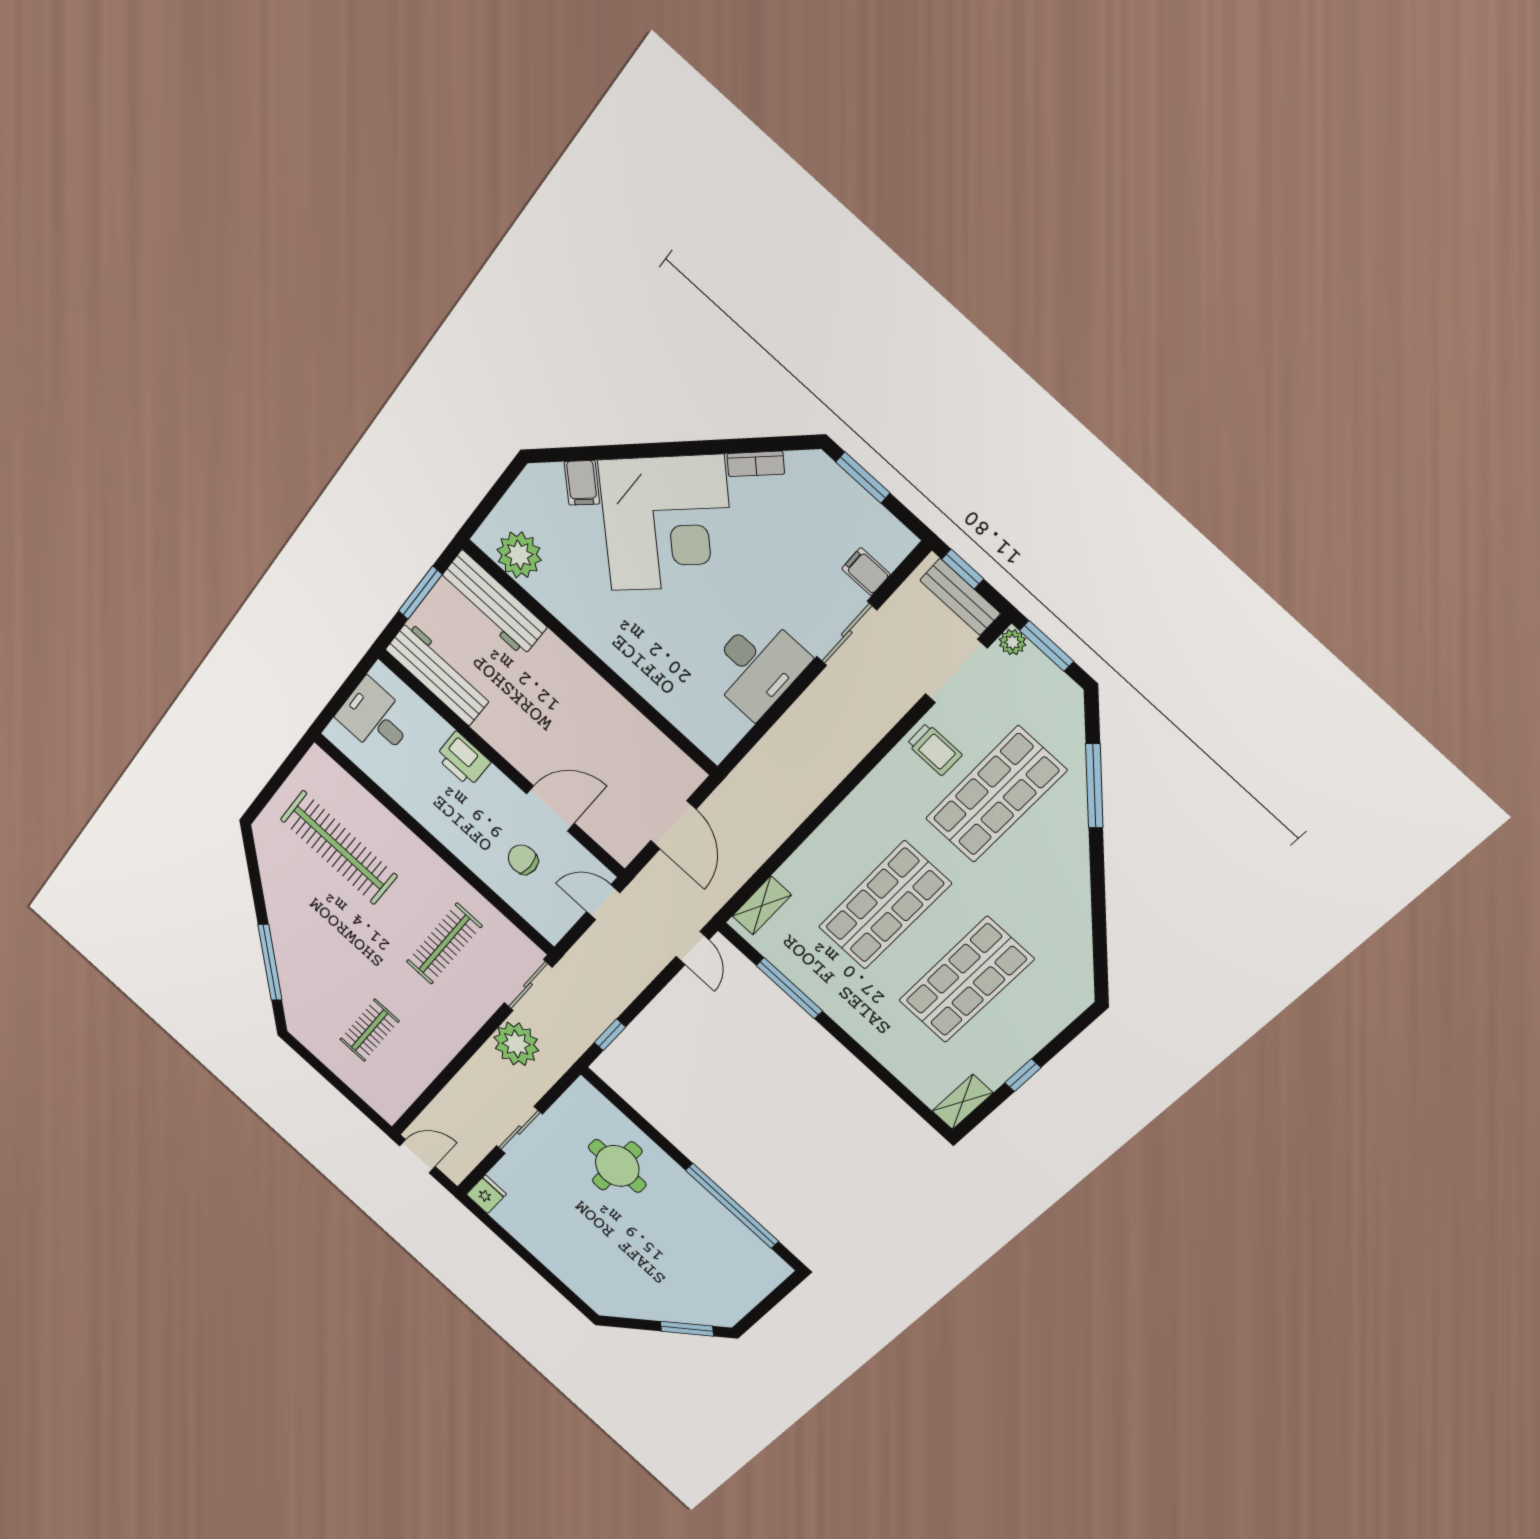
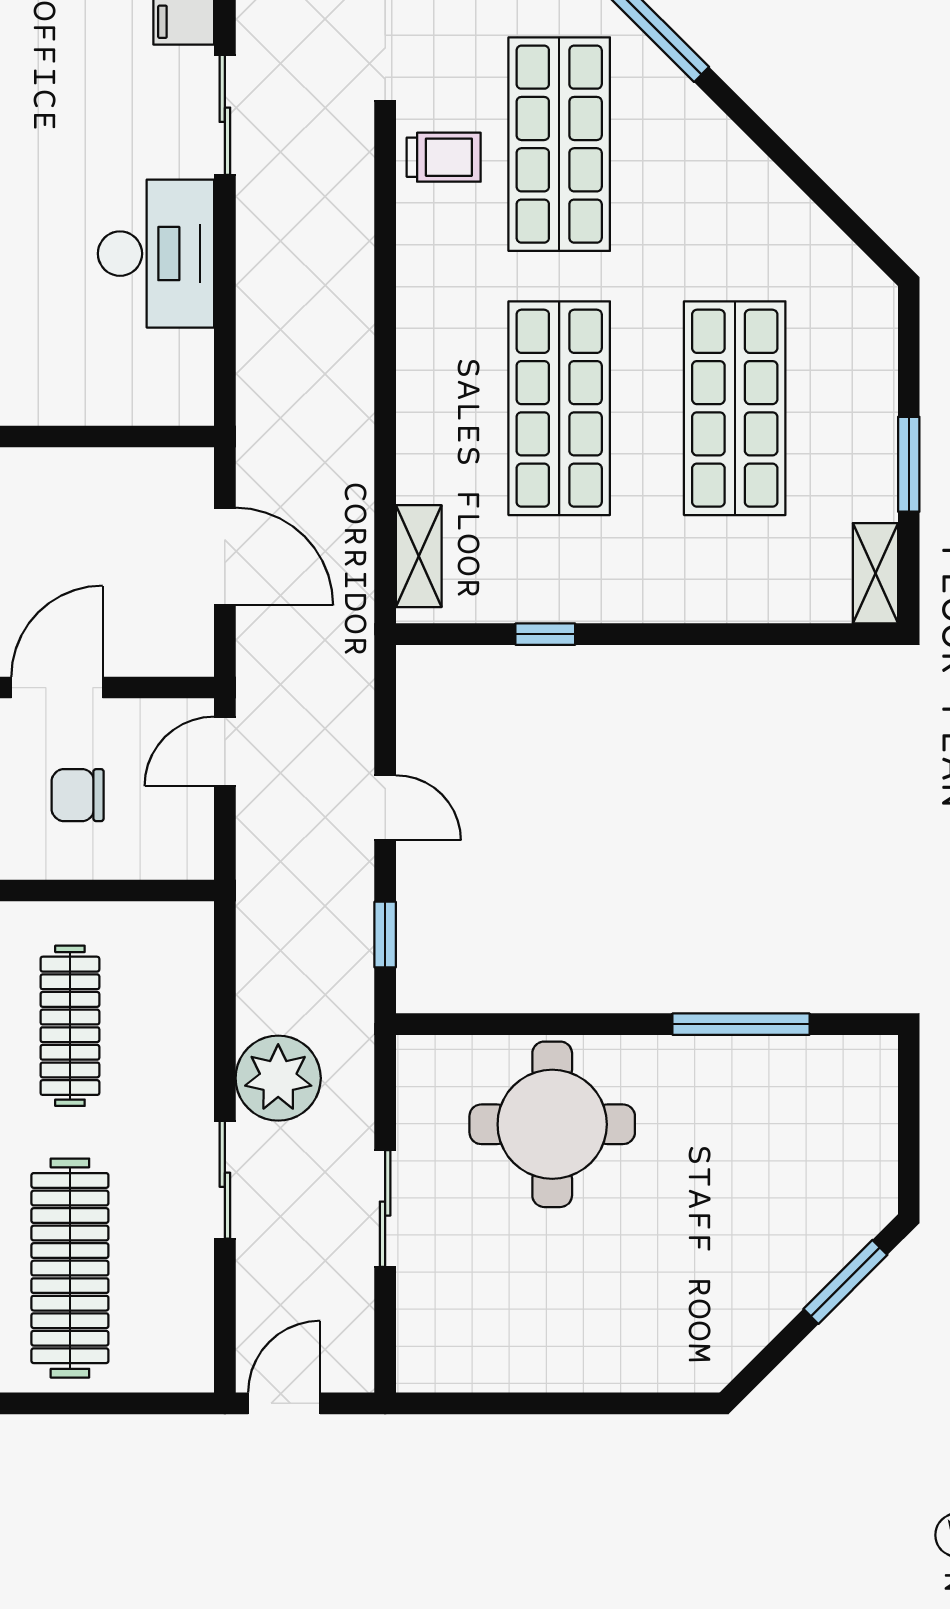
door: (693, 948) -> (385, 808), moved
sliding door: (528, 985) -> (225, 1180), moved
window: (789, 988) -> (545, 634), width x0.46
clothes rail: (369, 1030) -> (70, 1268), width x1.86, depth x1.31
window: (1023, 1075) -> (909, 464), width x1.50
round table: (617, 1166) -> (552, 1124), width x1.36, depth x1.36
fridge: (486, 1194) -> (422, 1362), removed
window: (732, 1206) -> (741, 1024), width x0.68

